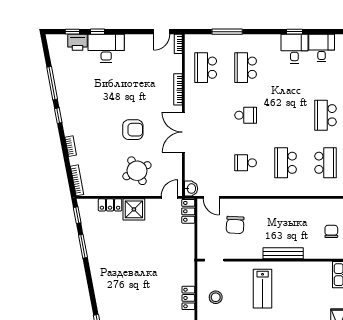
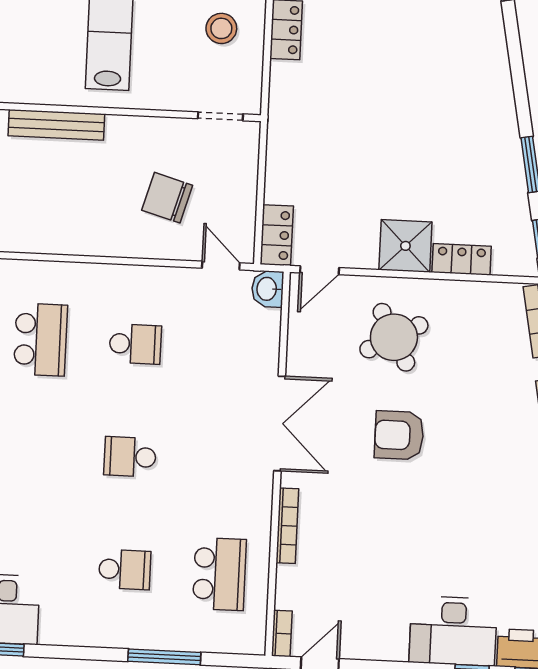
school desk: (246, 68) -> (125, 570), width x0.54
chair: (235, 225) -> (167, 198), turned -77

